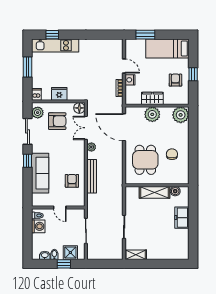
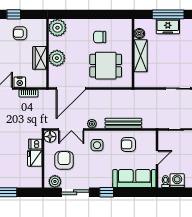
dishwasher: (36, 94) -> (35, 144), moved
side table: (71, 152) -> (97, 145), added
sofa: (40, 173) -> (134, 179), moved
window: (193, 218) -> (168, 14), added

